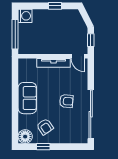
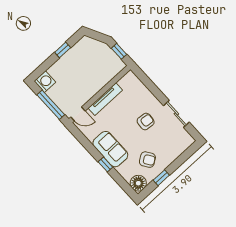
door: (78, 56) -> (78, 114), moved
window: (15, 105) -> (105, 164), added
sliding door: (91, 114) -> (176, 114), width x0.54

